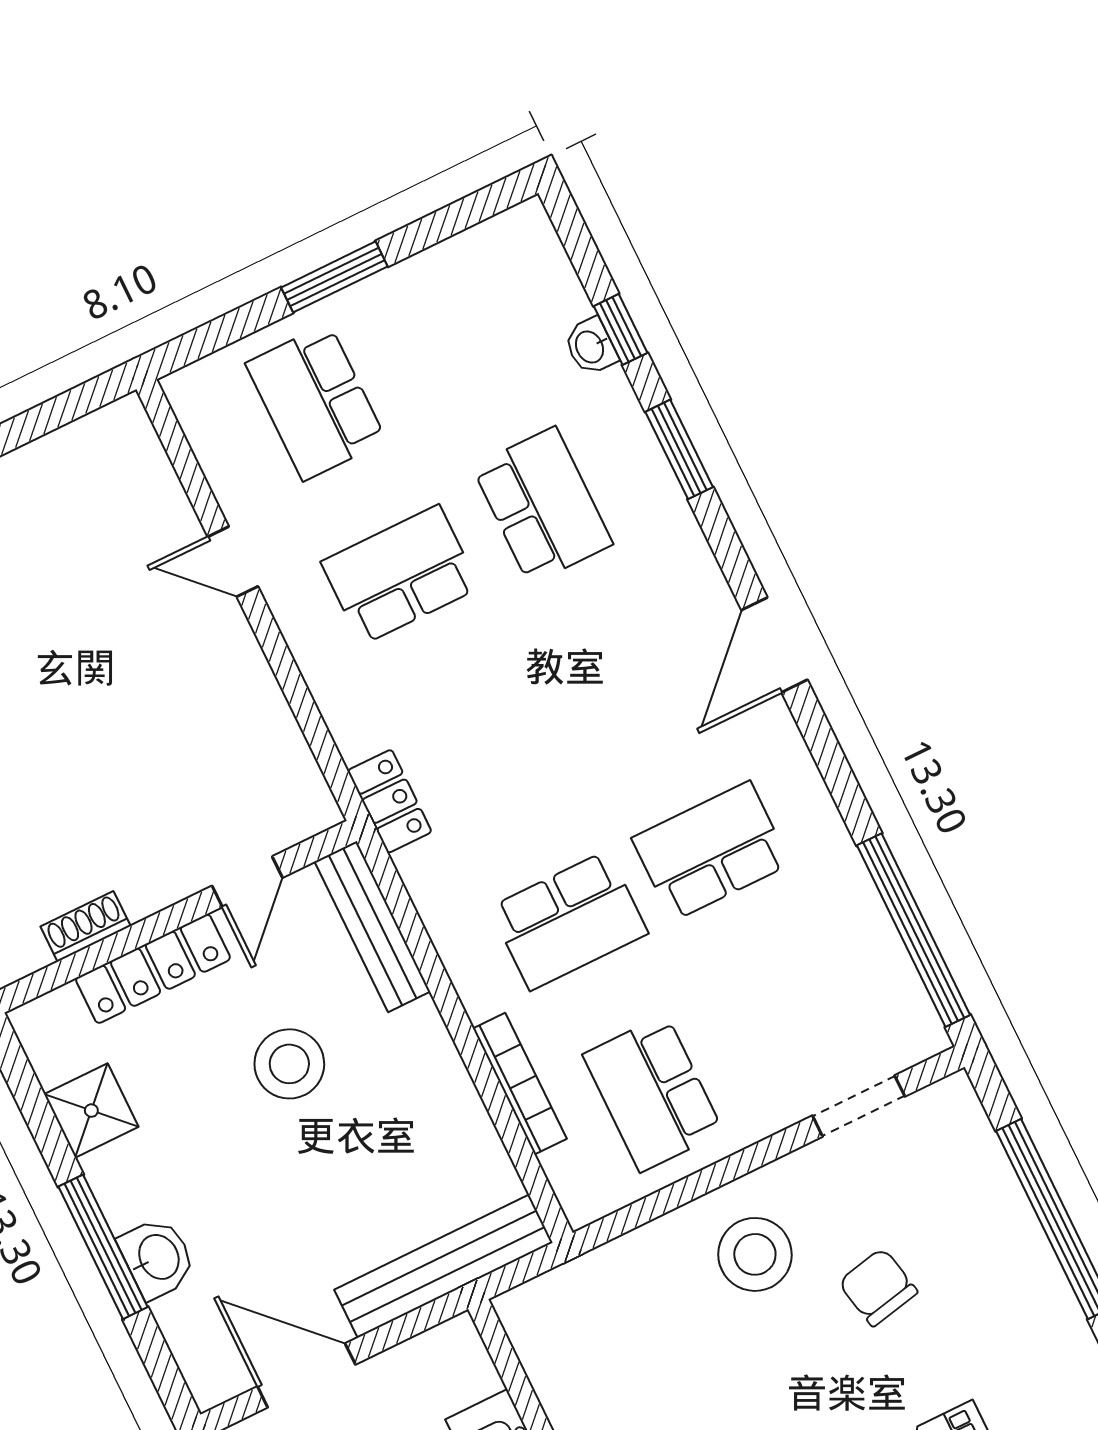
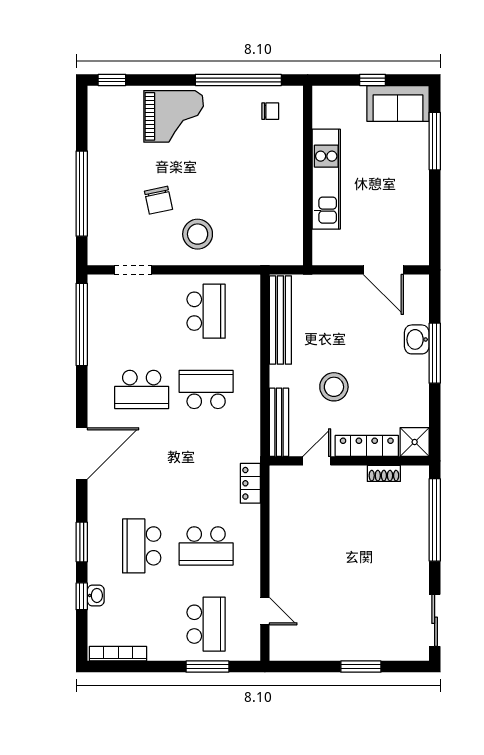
window: (334, 277) -> (207, 667), moved
door: (233, 562) -> (265, 611), moved
door: (774, 645) -> (82, 454), width x1.36
locker: (390, 801) -> (250, 483), moved
bookcase: (520, 1084) -> (118, 654), moved, turned 90
shower: (91, 1111) -> (415, 442), moved
bench: (443, 1266) -> (280, 320), moved, turned 90

